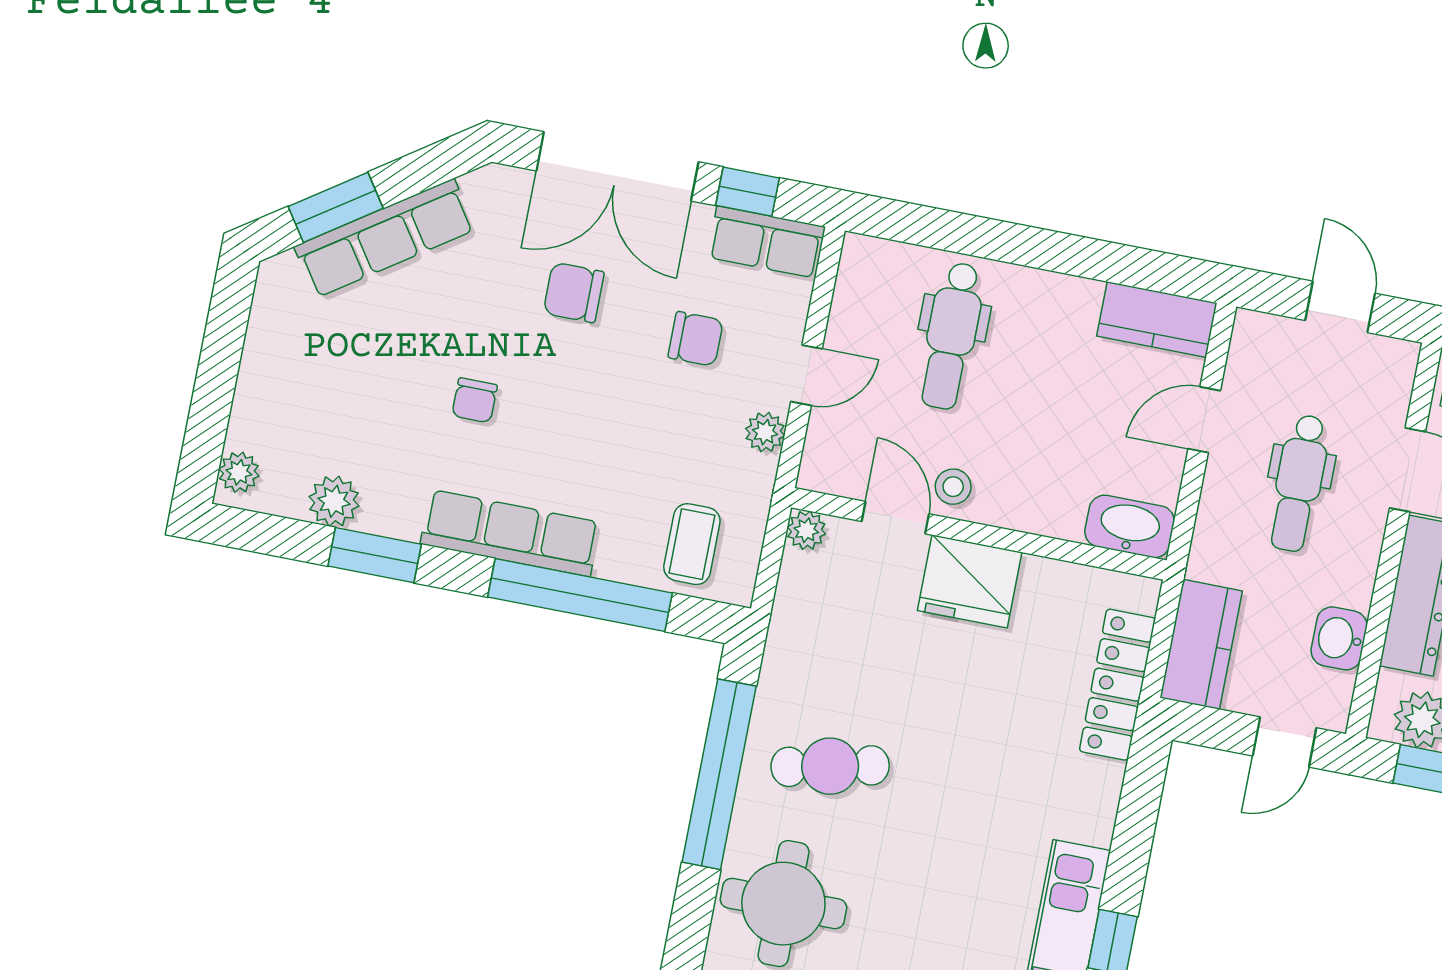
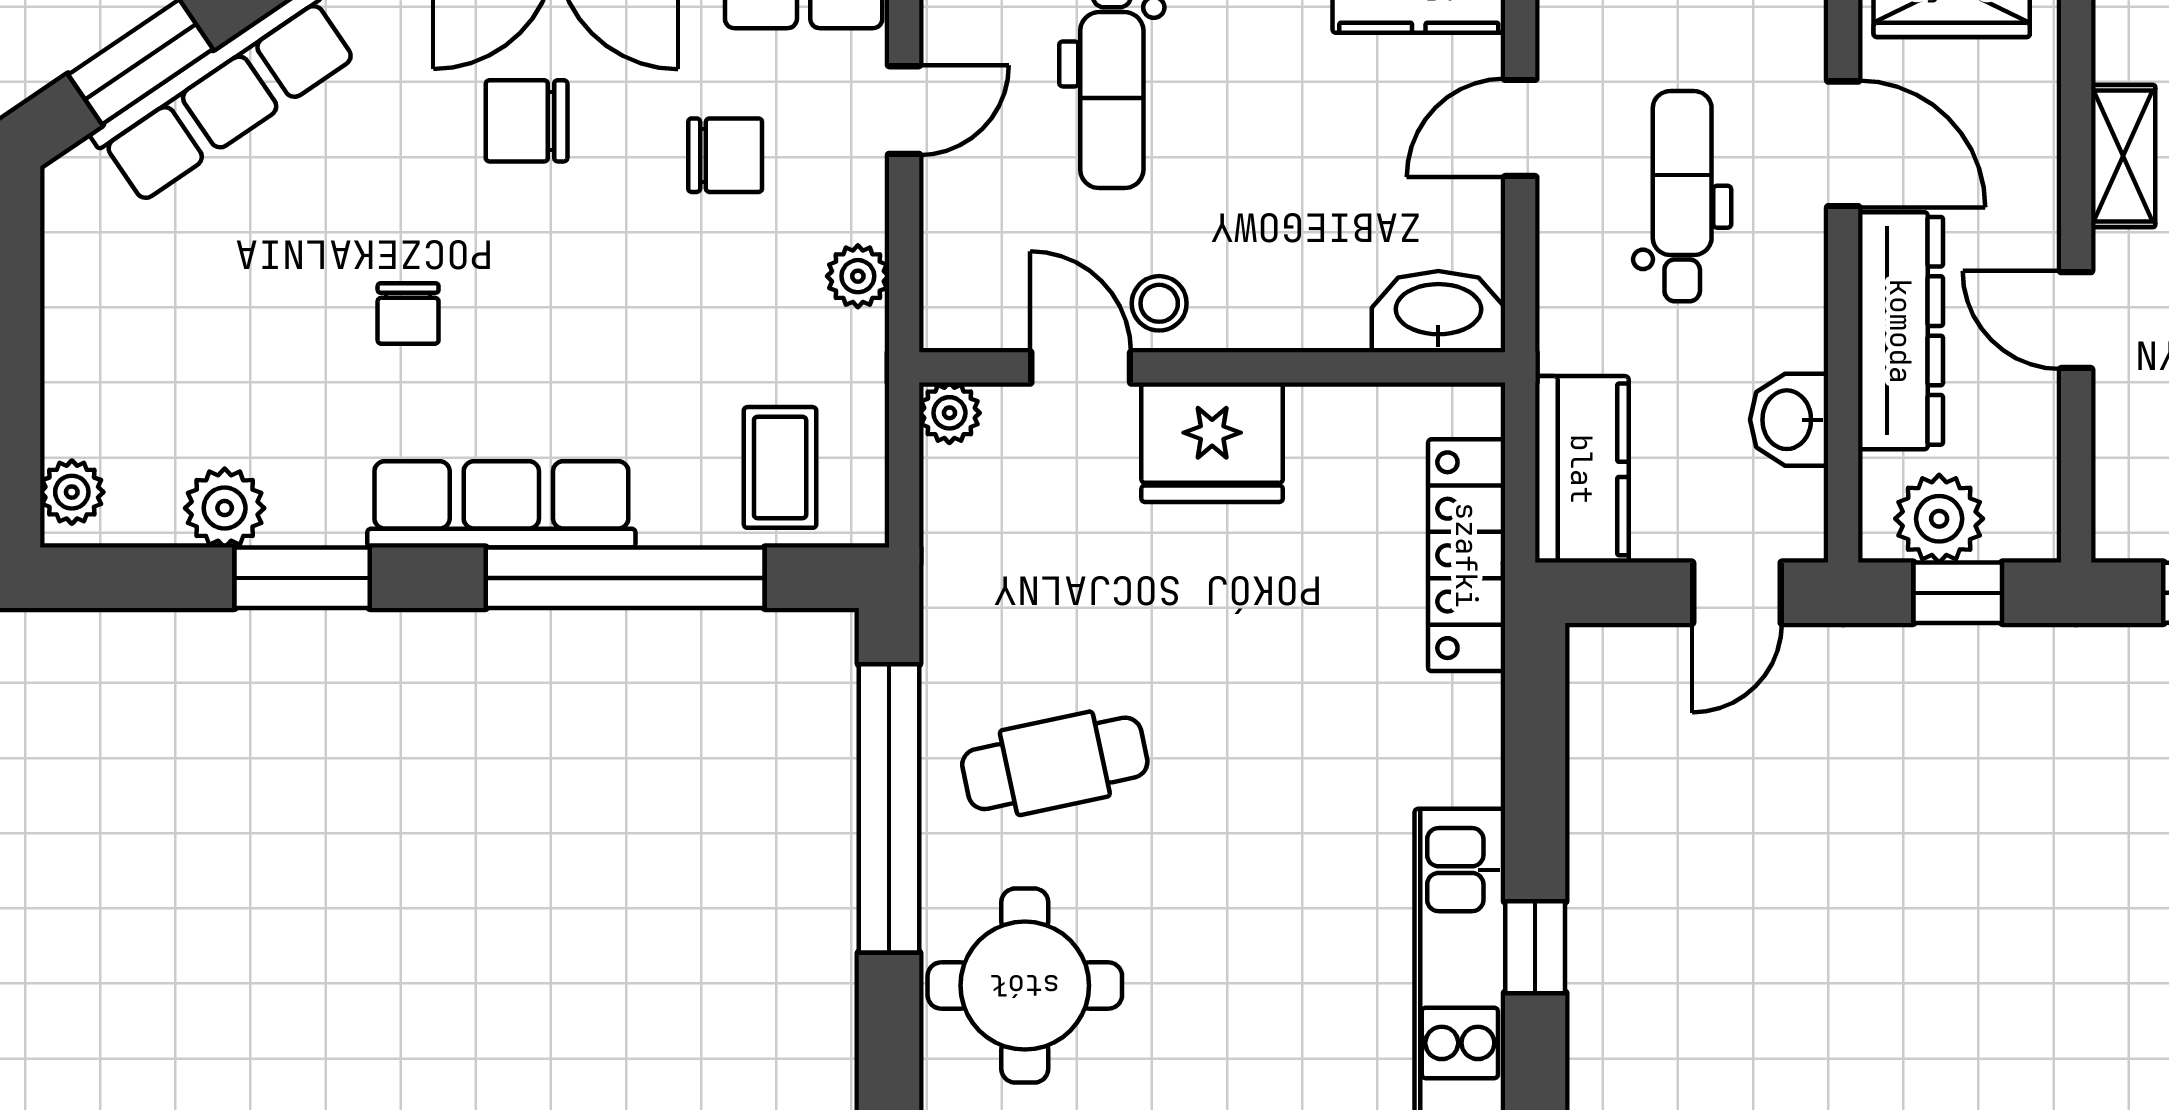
door: (807, 375) -> (904, 110), moved
dental chair: (1299, 483) -> (1682, 196), turned 180

